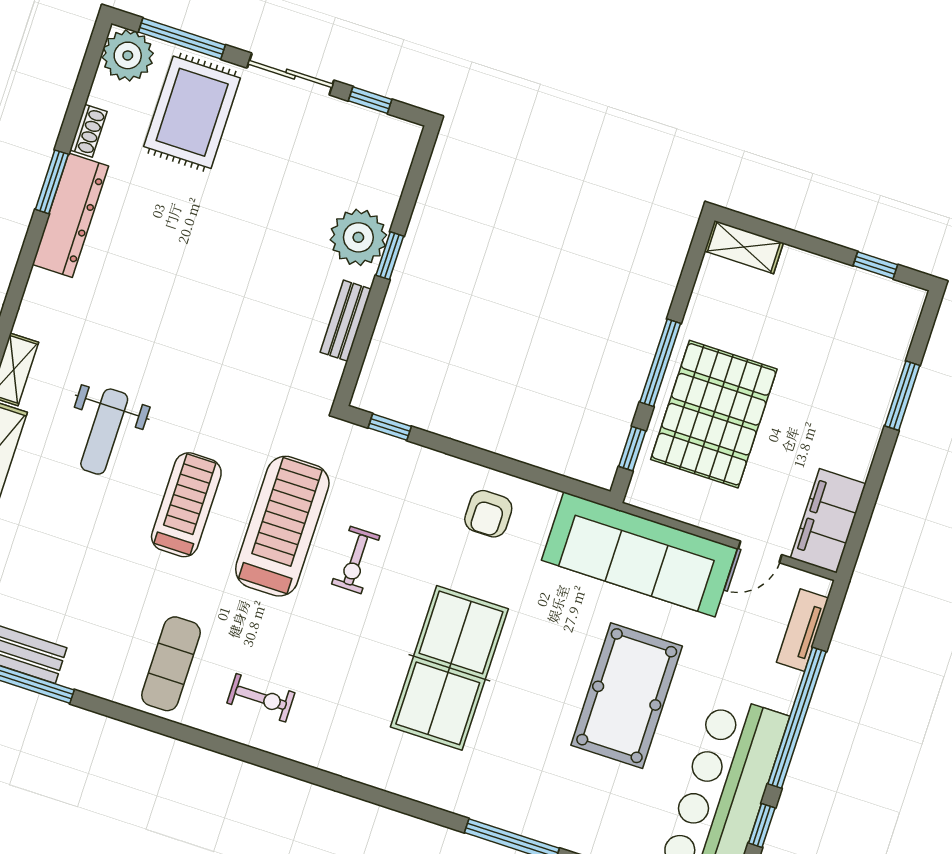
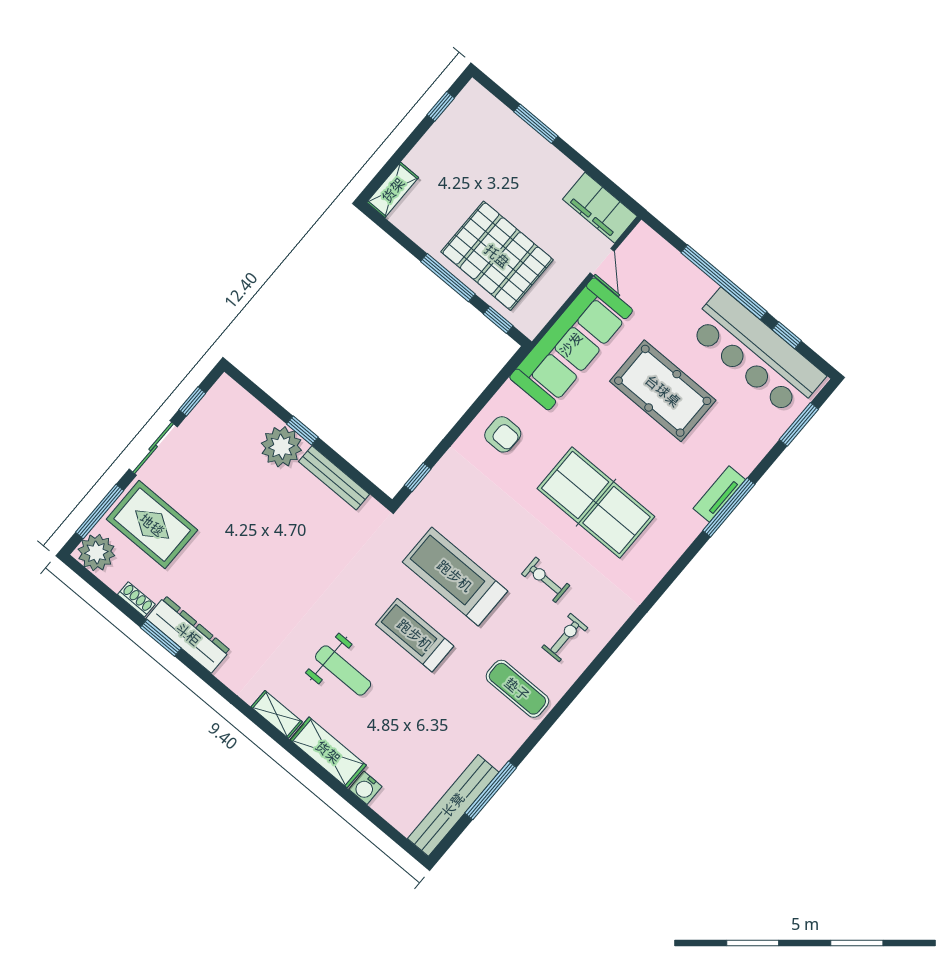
bench: (346, 321) -> (334, 478), width x1.36
exercise bike: (356, 560) -> (546, 580), moved, turned 180
tv unit: (802, 630) -> (719, 494), moved, turned 90

